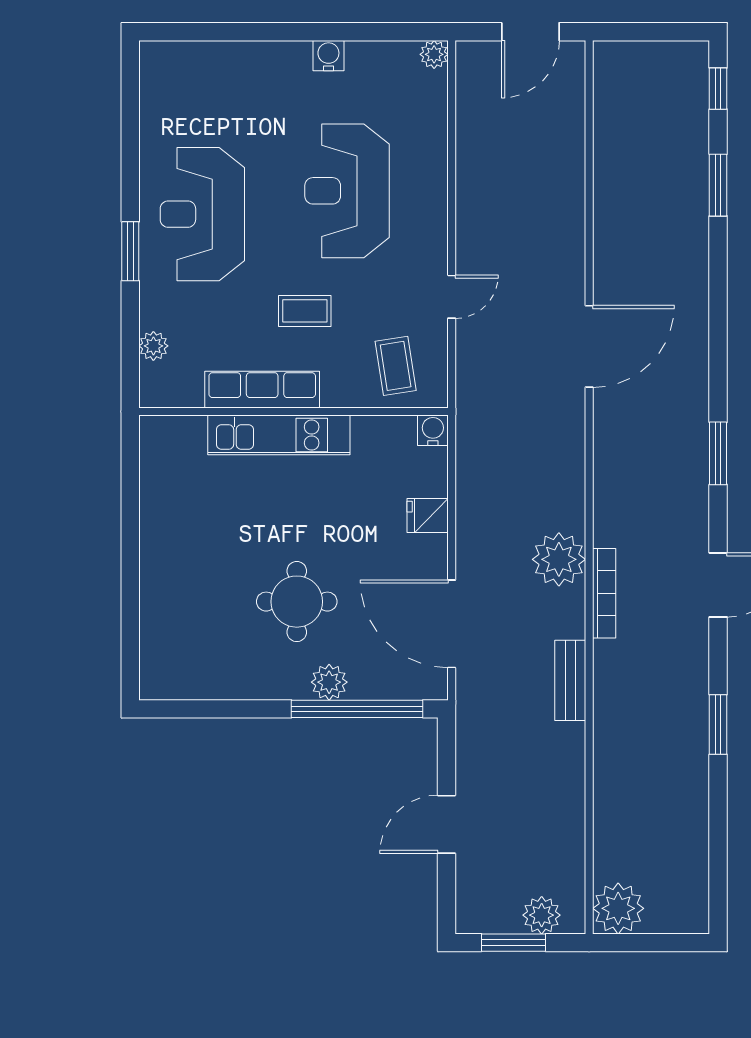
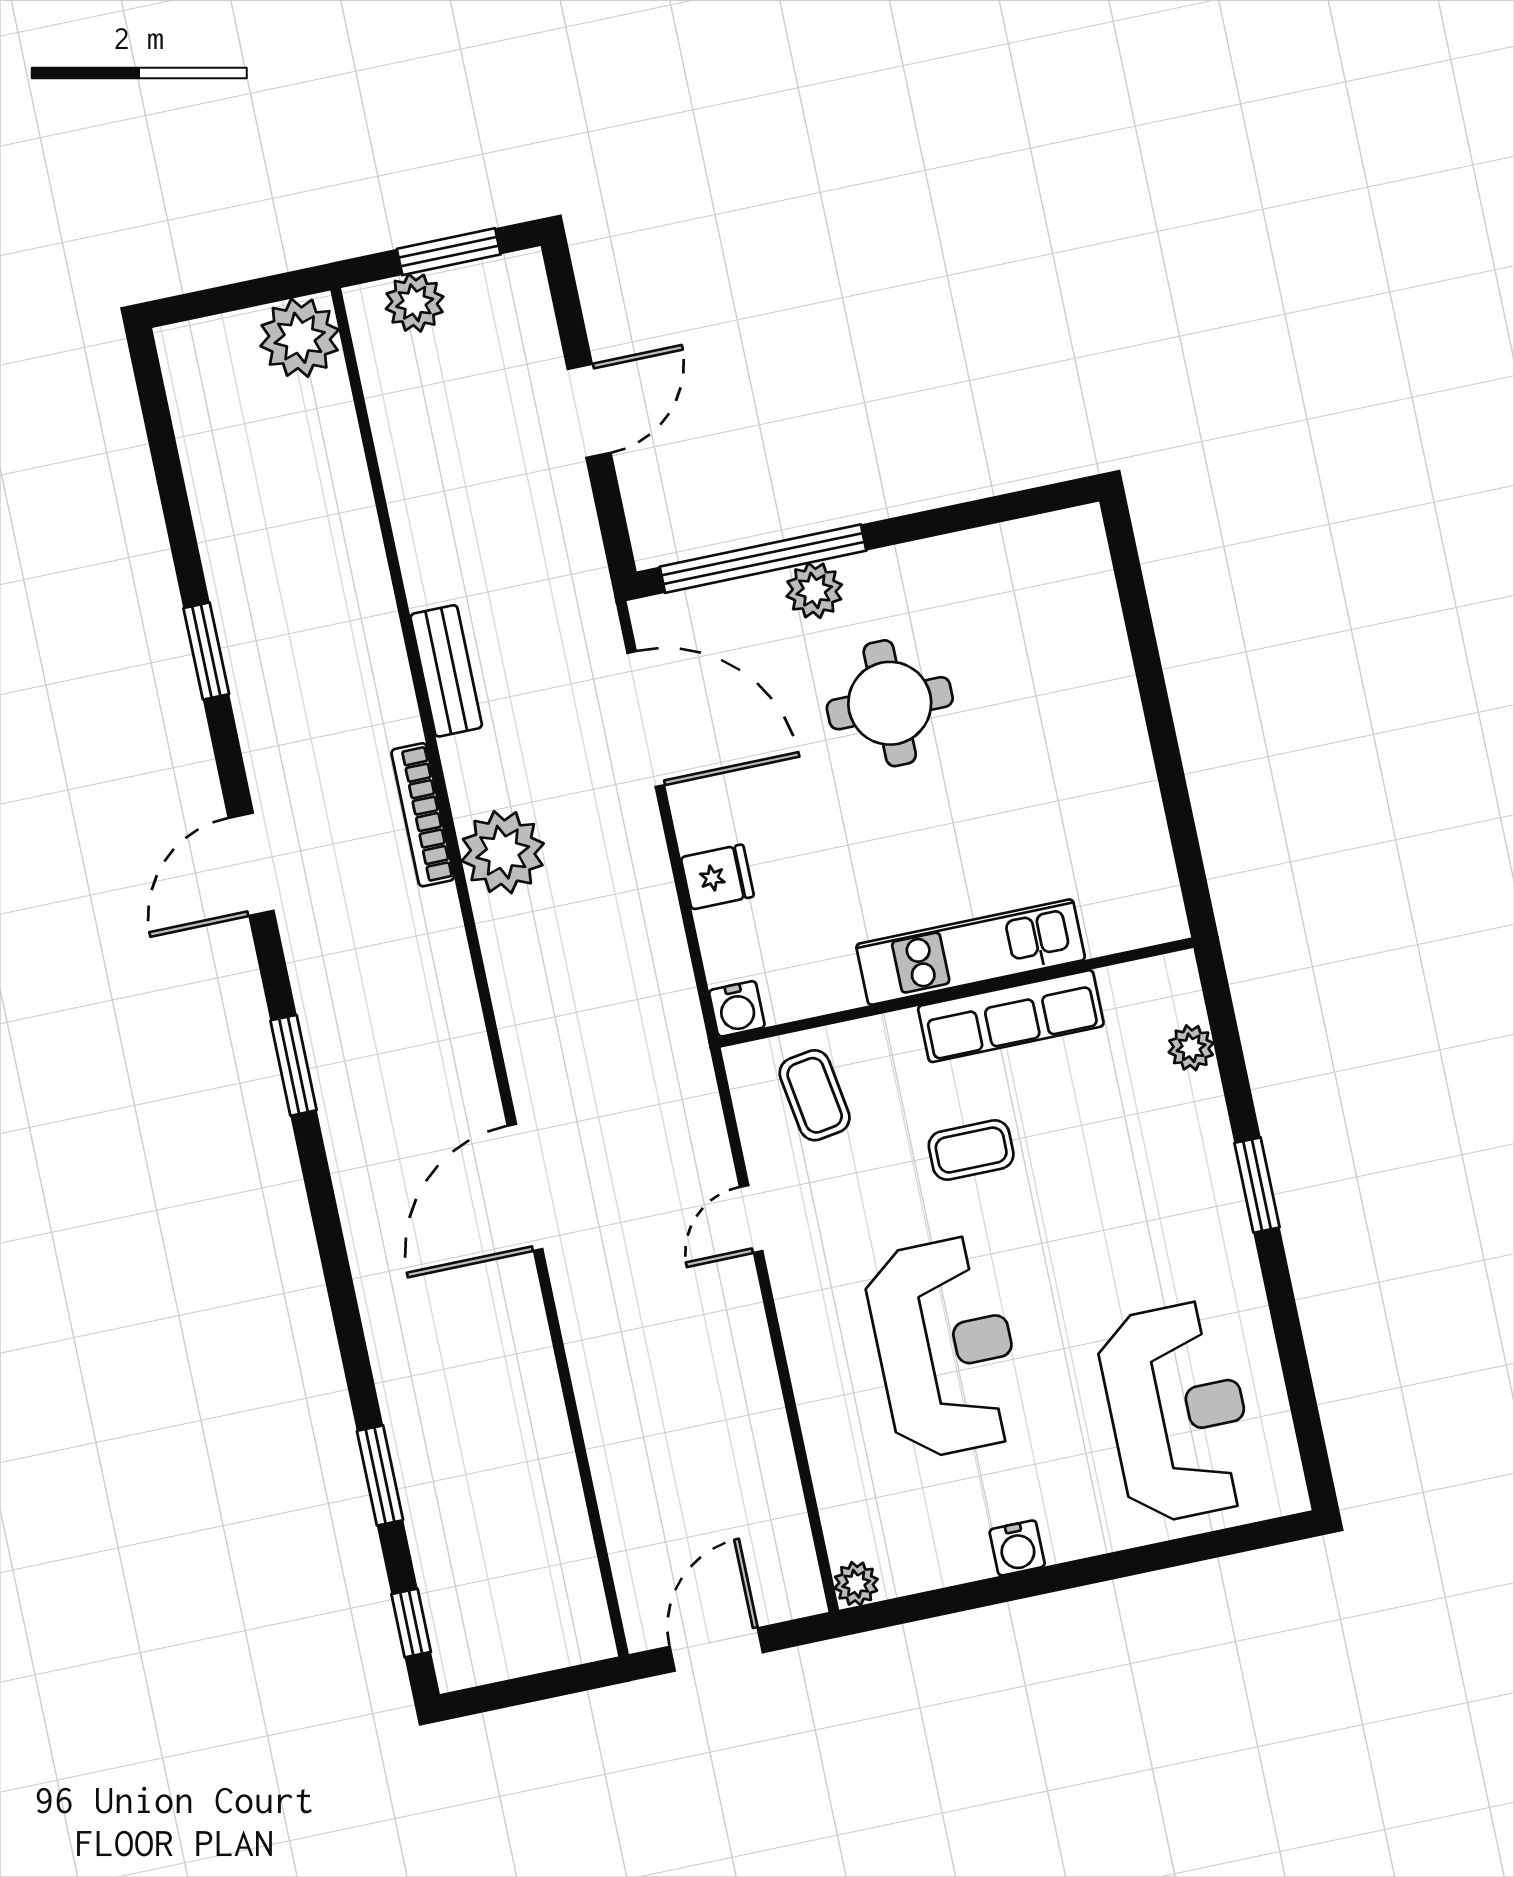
reception desk: (202, 214) -> (1178, 1412), moved

